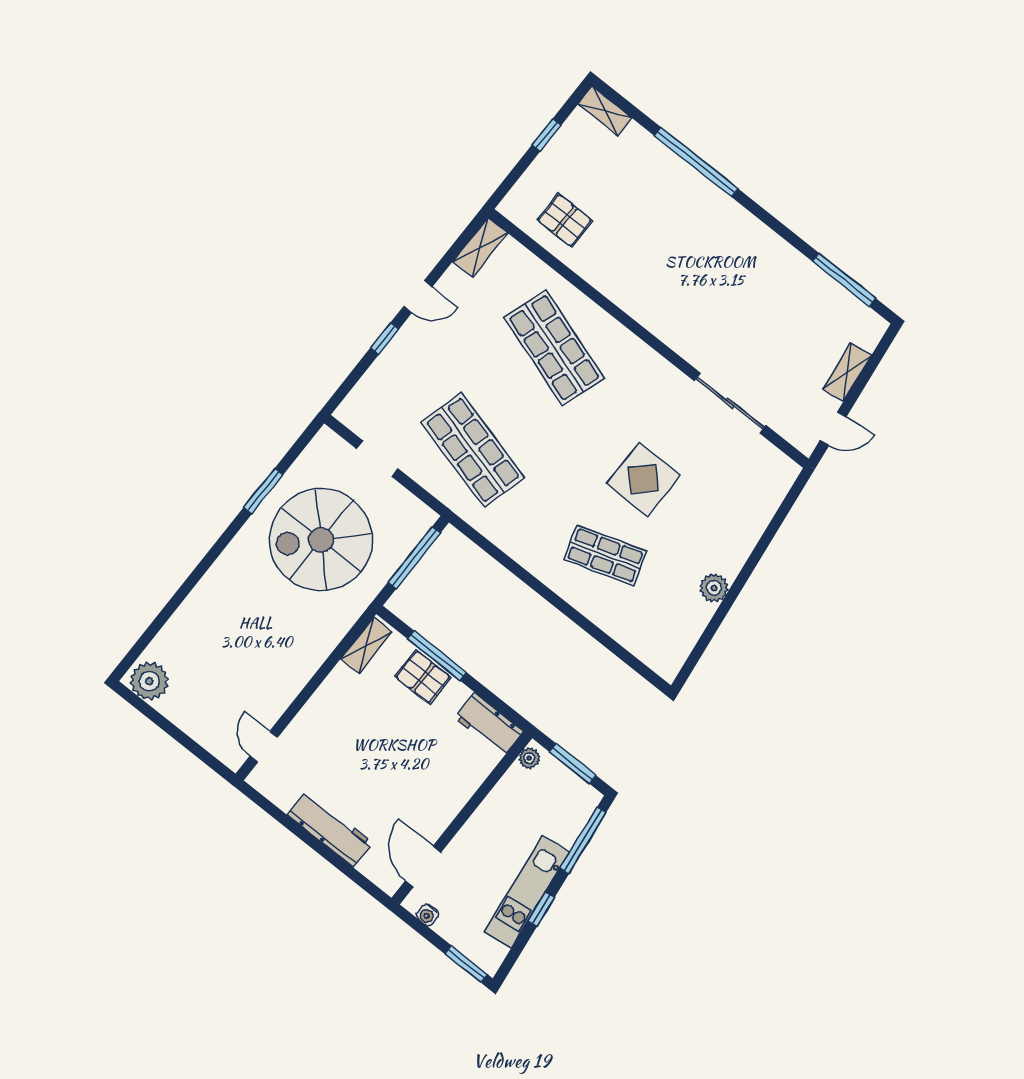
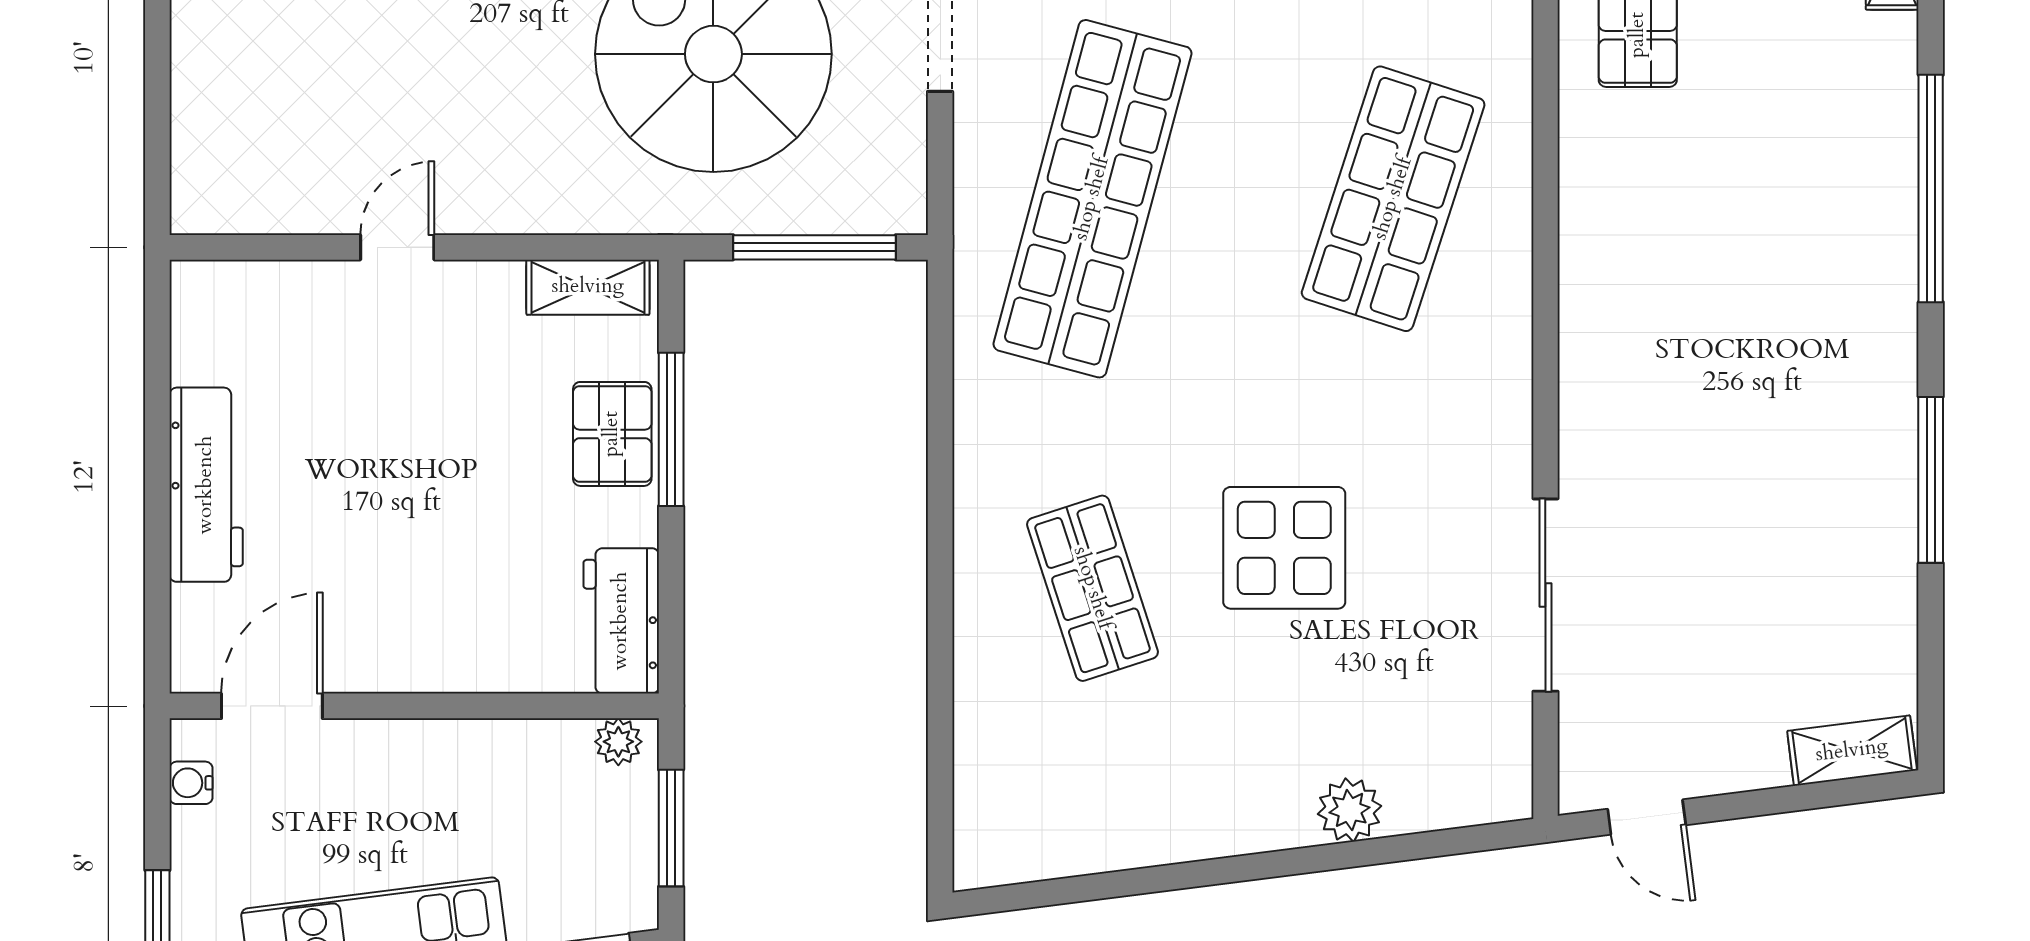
window: (844, 280) -> (1931, 480), moved
shelving: (847, 372) -> (1852, 751), moved
shop shelf: (473, 450) -> (1092, 199), width x1.40
plant: (714, 588) -> (1349, 810), moved
door: (264, 747) -> (397, 247), moved

